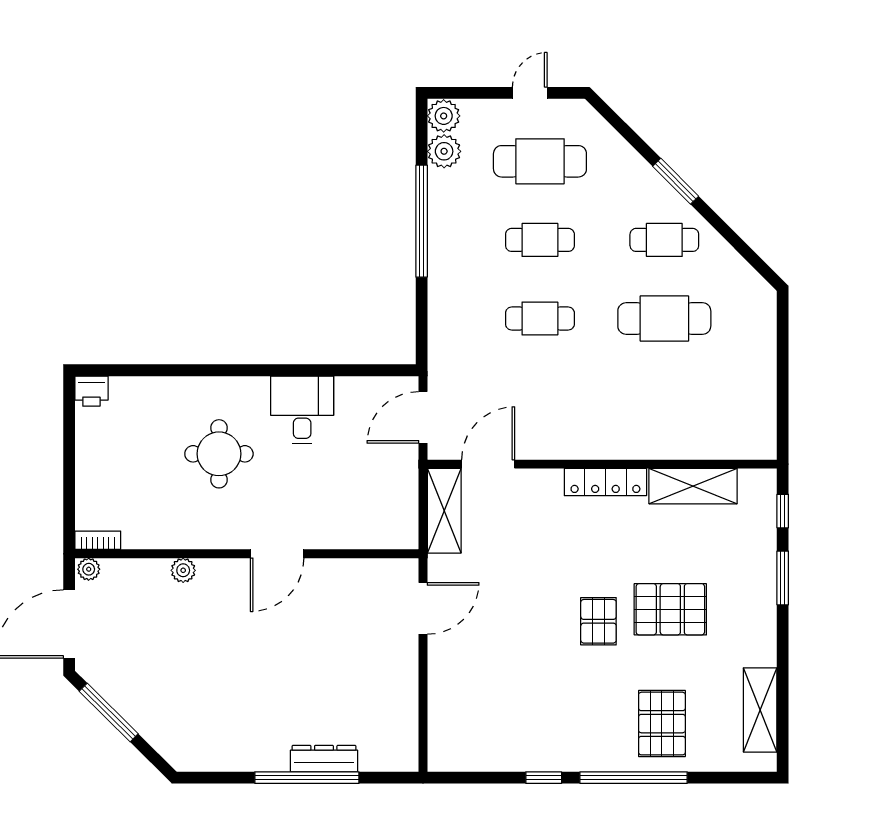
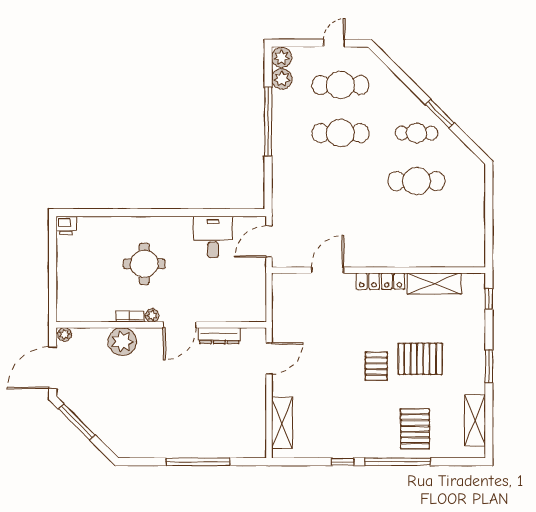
window: (676, 181) -> (440, 114), moved
cafe table: (540, 240) -> (340, 133), width x1.37, depth x1.35
cafe table: (540, 319) -> (340, 181), removed
desk: (302, 410) -> (213, 237), moved
door: (488, 464) -> (328, 270), moved
shelving: (444, 511) -> (282, 423), moved
plant: (232, 538) -> (152, 316), added
bookcase: (98, 540) -> (130, 317), moved
plant: (183, 570) -> (122, 342), width x1.87, depth x1.87
window: (783, 578) -> (489, 366), moved
dresser: (324, 759) -> (219, 336), moved, turned 180

